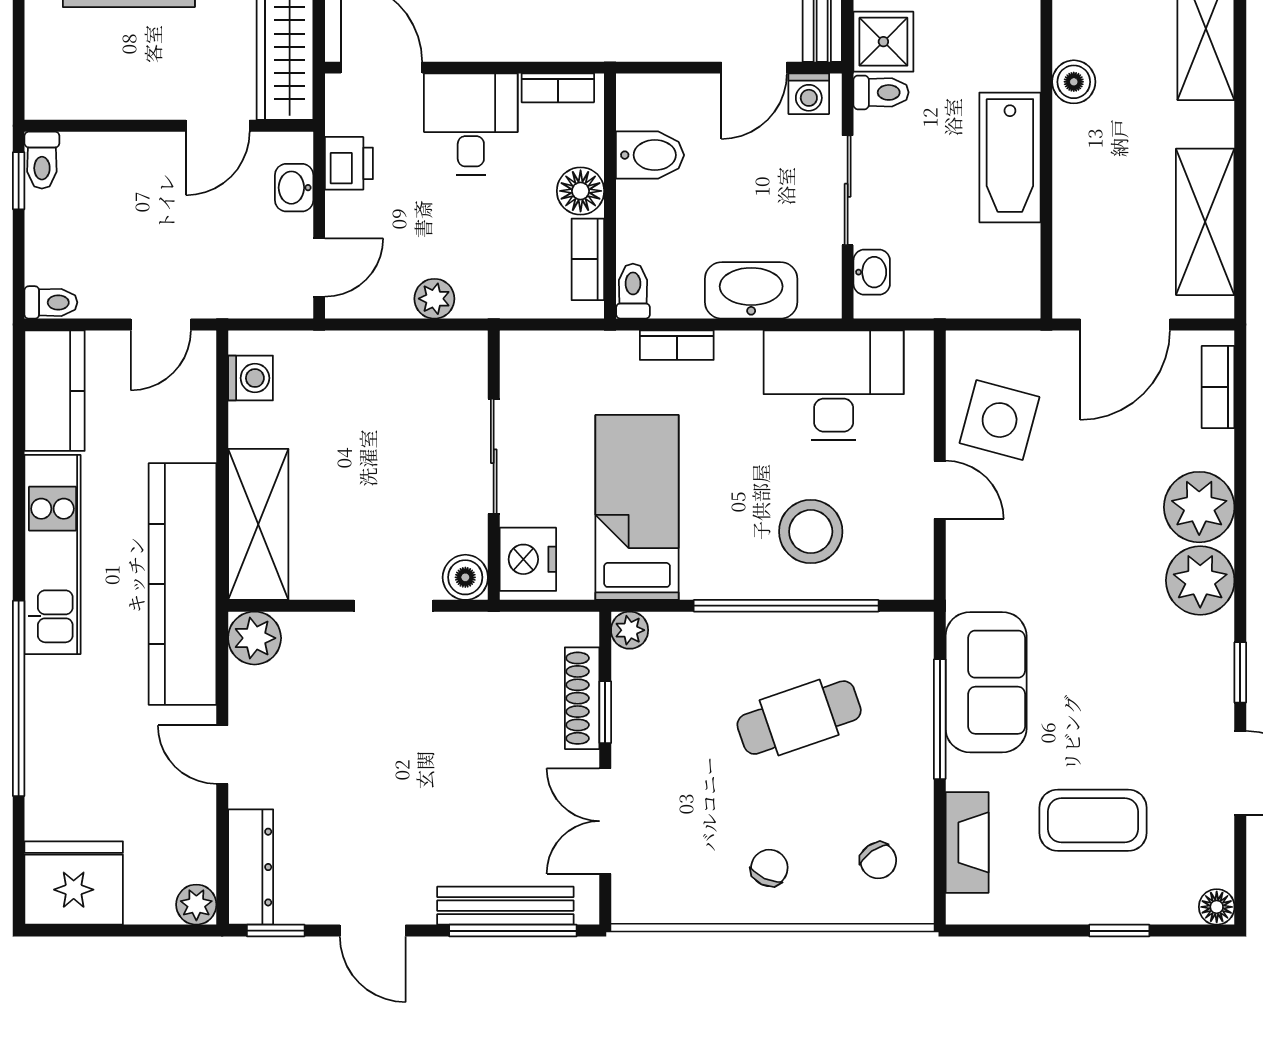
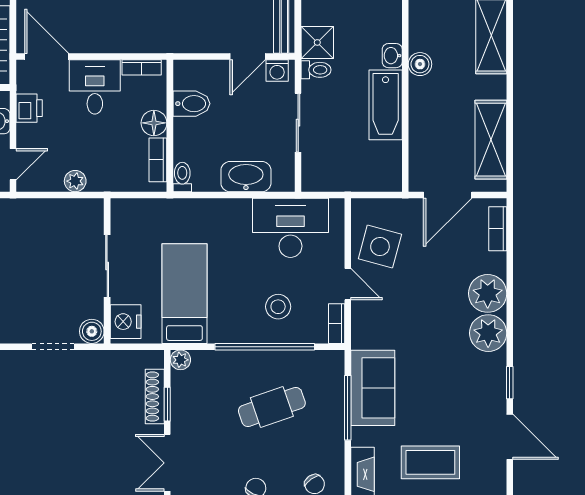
washbasin: (872, 272) -> (392, 56), moved, turned 180
bookcase: (677, 345) -> (337, 324), moved, turned 90
stool: (811, 532) -> (278, 307), width x0.73, depth x0.73

